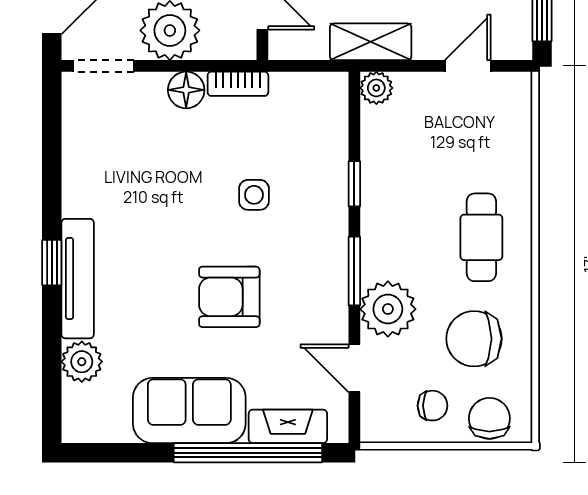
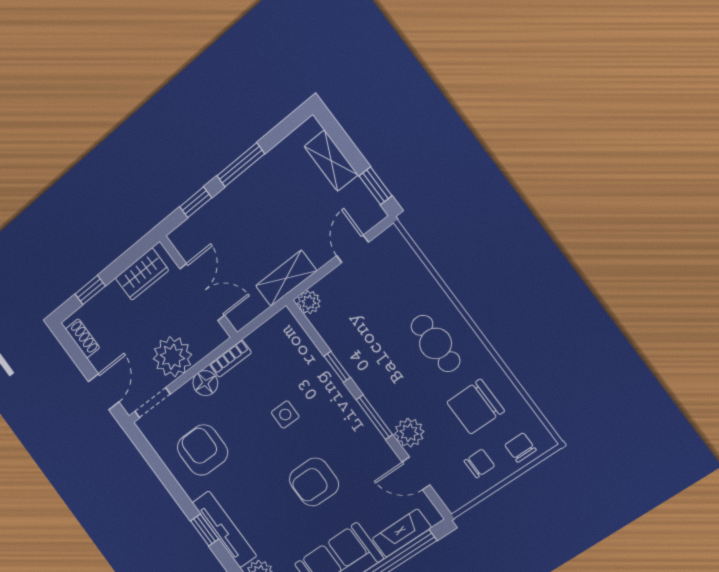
armchair: (123, 165) -> (202, 450), added
plant: (388, 309) -> (409, 433), width x0.73, depth x0.73
chair: (489, 418) -> (520, 447), width x0.73, depth x0.73

